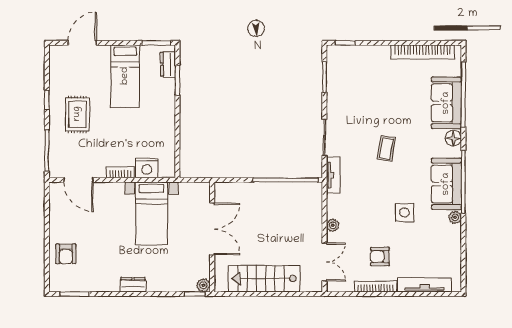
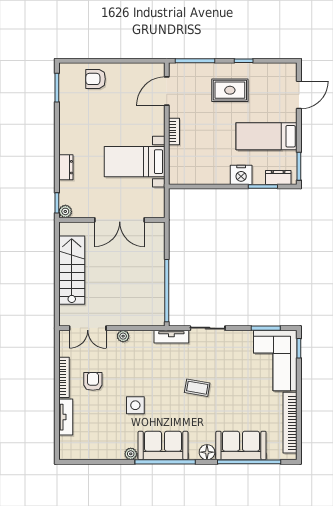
door: (82, 43) -> (299, 95), hinge flipped
corner sofa: (358, 67) -> (275, 360), added
nightstand: (147, 168) -> (241, 175), moved, turned -90
dresser: (133, 285) -> (66, 167), moved
tv unit: (425, 285) -> (66, 417), width x0.71

